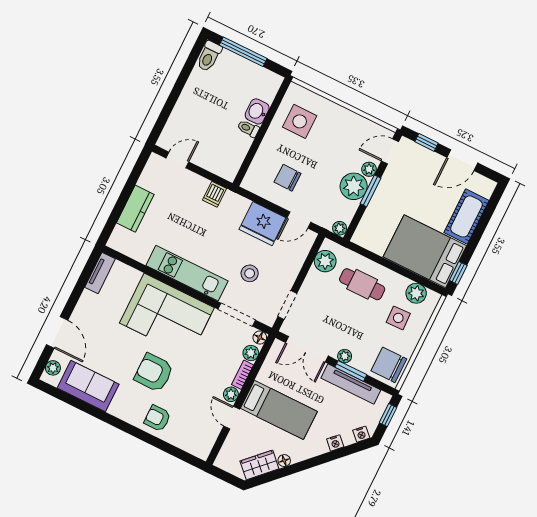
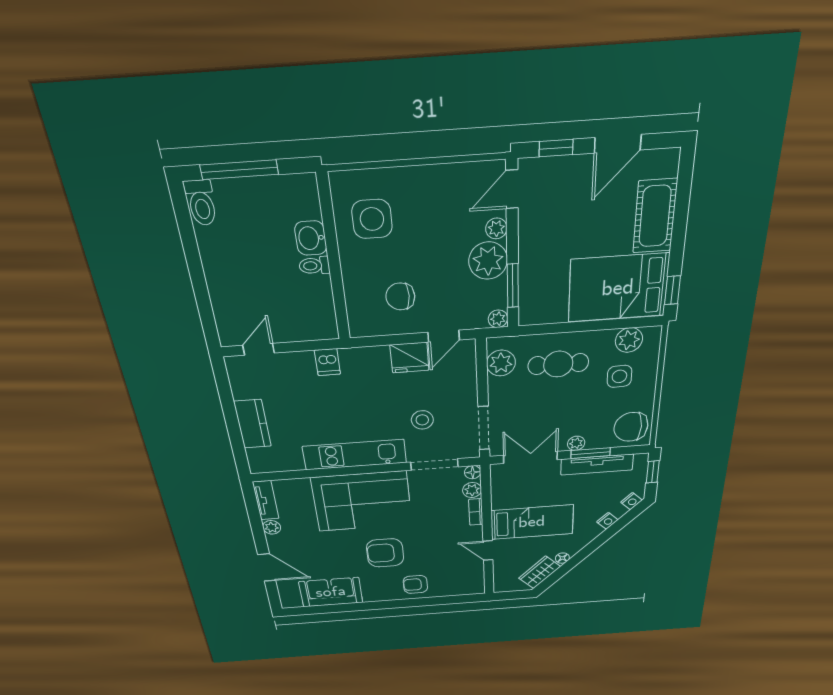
window: (370, 191) -> (513, 286), moved
fridge: (262, 224) -> (410, 358), width x0.73, depth x0.75
doorway: (287, 305) -> (484, 428), width x1.38
double door: (307, 349) -> (531, 457), swing flipped
plant: (53, 368) -> (272, 527), moved
plant: (231, 394) -> (475, 533), removed

